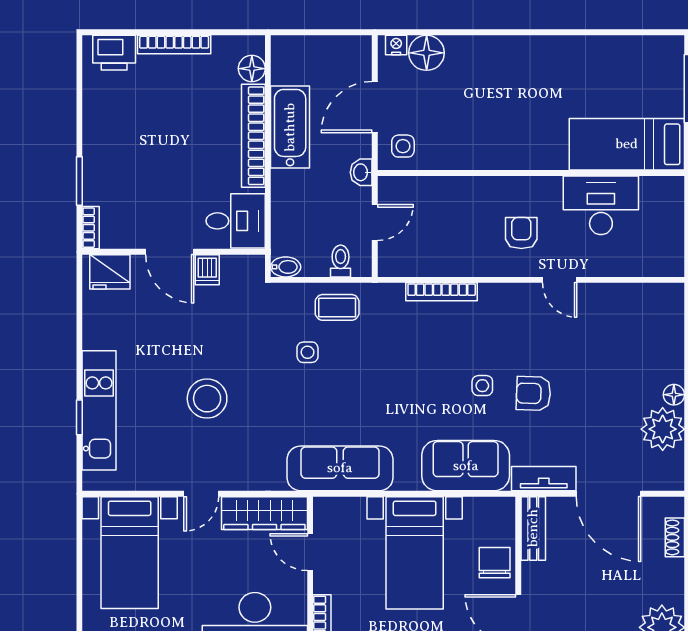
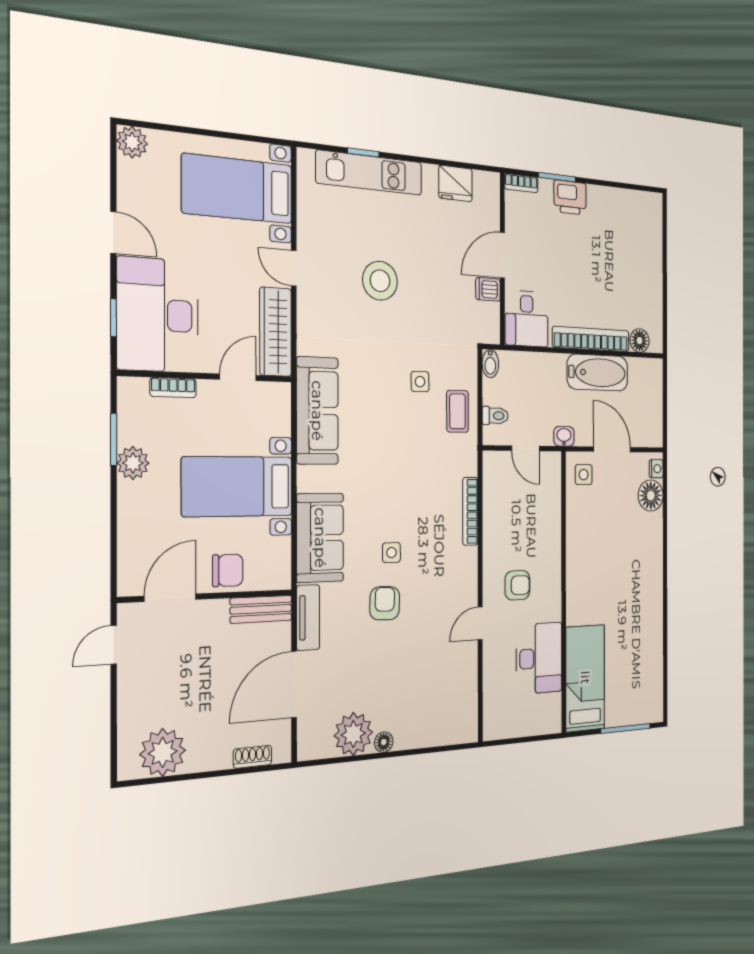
bookcase: (174, 44) -> (656, 273), removed
printer: (114, 53) -> (570, 197), moved, turned -90
fridge: (110, 272) -> (456, 183), moved, turned -90

